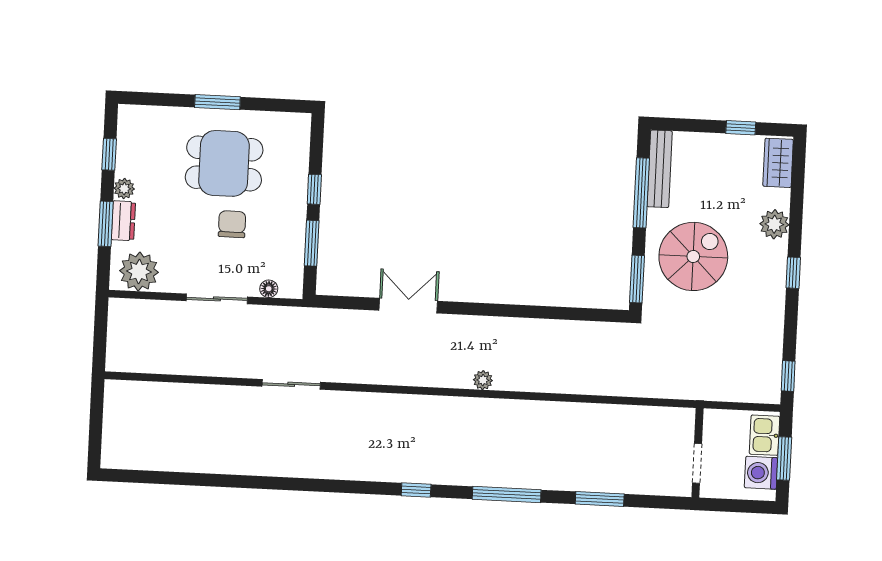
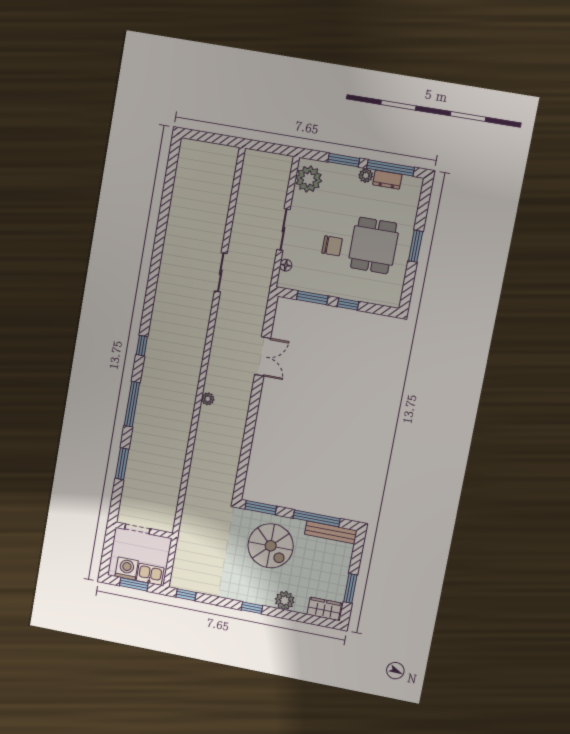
window: (741, 128) -> (350, 588), width x1.50
window: (109, 154) -> (390, 168), width x2.17
dresser: (123, 221) -> (387, 180), moved

